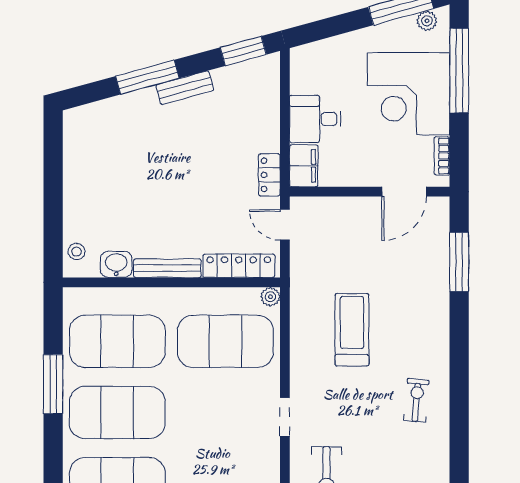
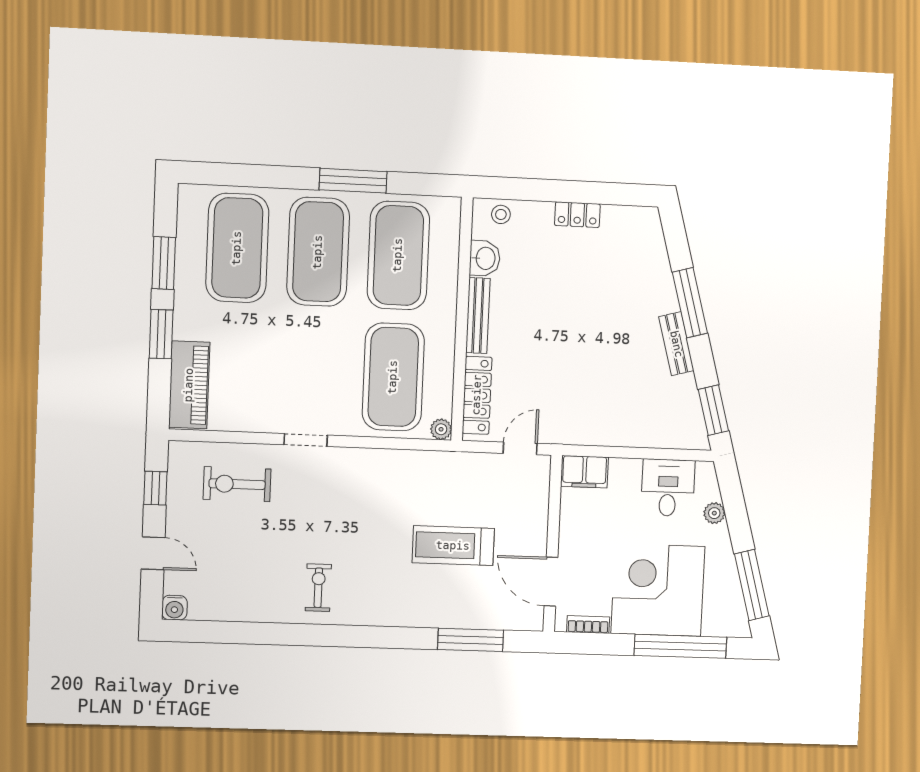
plant: (427, 21) -> (714, 513), moved
desk: (315, 119) -> (668, 488), moved
locker: (269, 175) -> (577, 215), moved, turned 180
treadmill: (352, 330) -> (453, 546), moved, turned 180
exercise bike: (416, 400) -> (318, 588), turned -95

